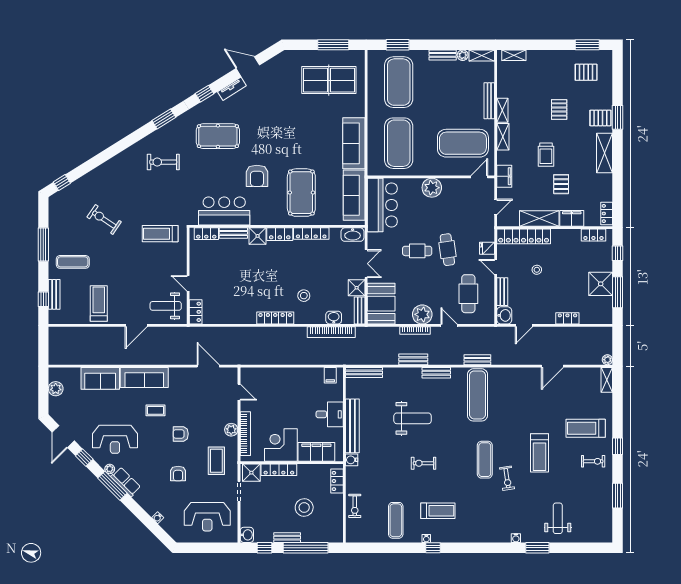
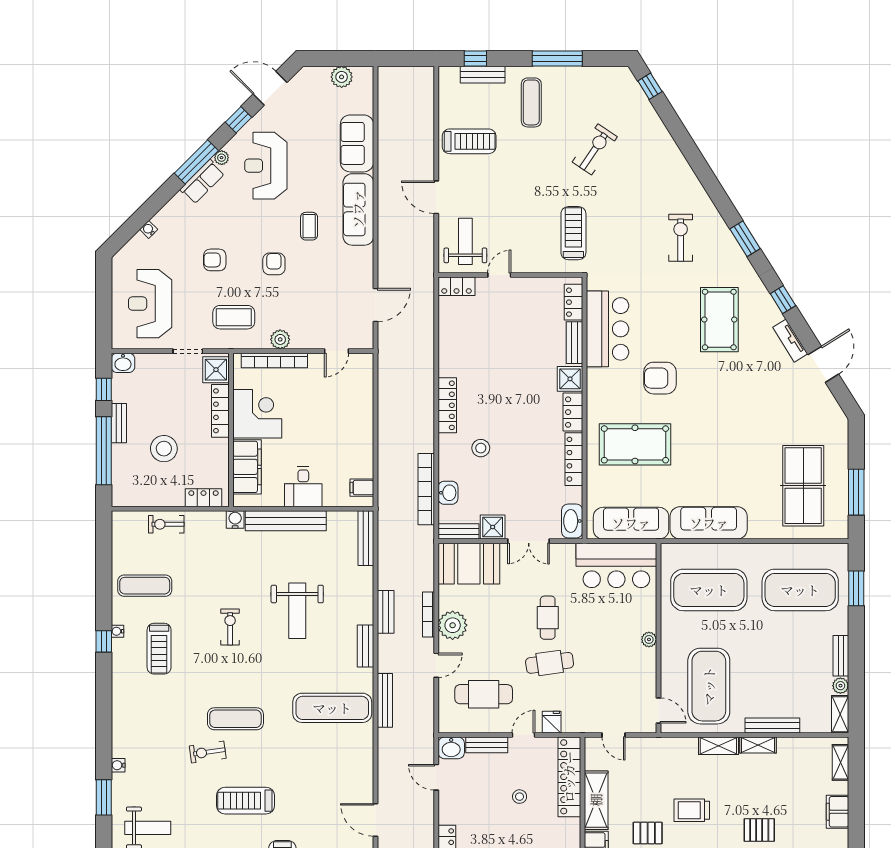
filing cabinet: (504, 176) -> (837, 812), moved, turned 90
plant: (432, 188) -> (649, 639), width x0.53, depth x0.53
bench: (477, 360) -> (385, 700), width x1.36

